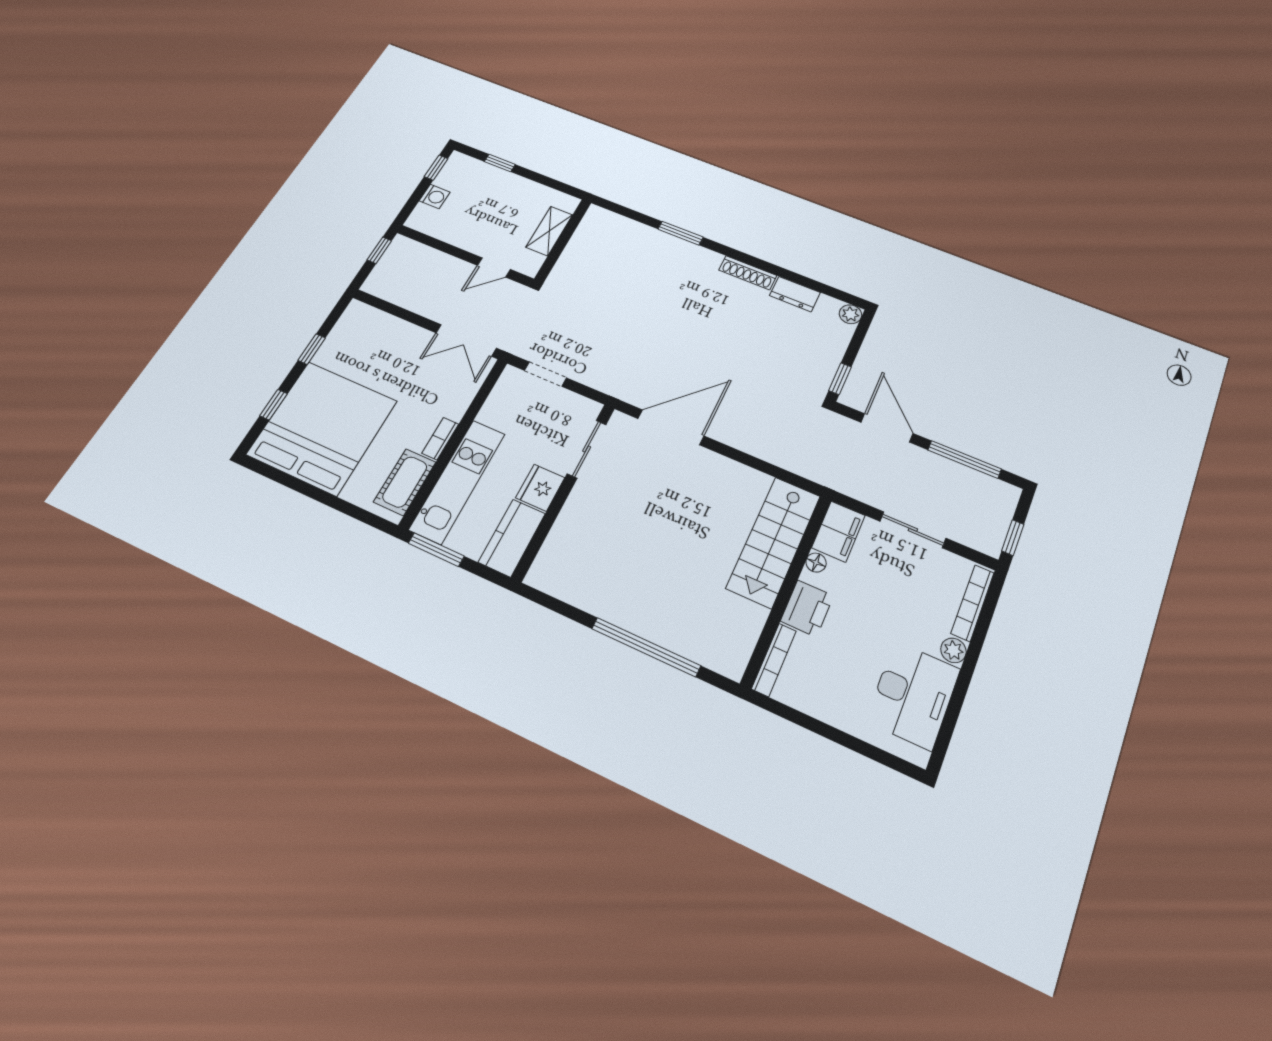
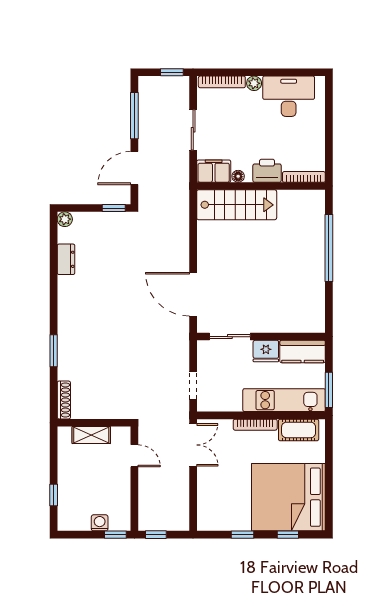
window: (436, 168) -> (115, 535), moved
shoe rack: (748, 273) -> (64, 400), moved
bookcase: (440, 439) -> (255, 425), width x1.56

